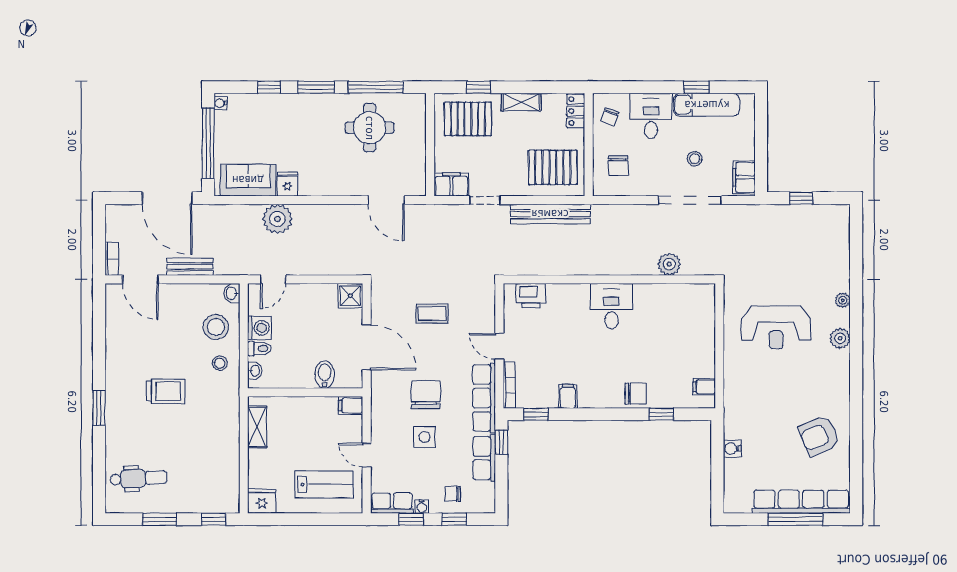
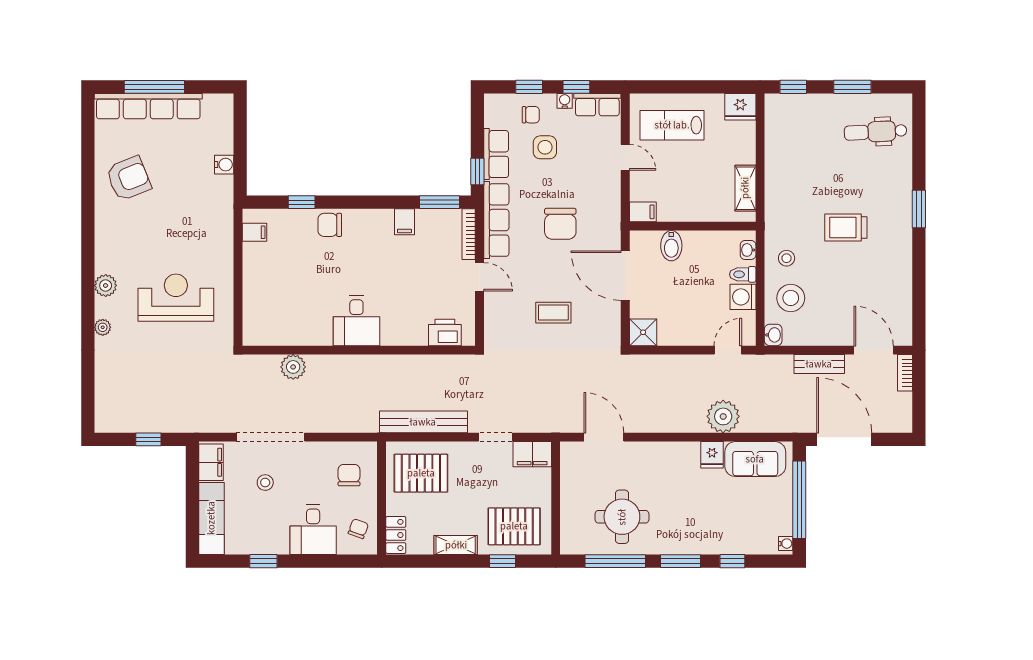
exam couch: (707, 105) -> (211, 518), moved, turned 90
window: (536, 414) -> (440, 202), width x1.50
side table: (424, 437) -> (545, 147), moved

